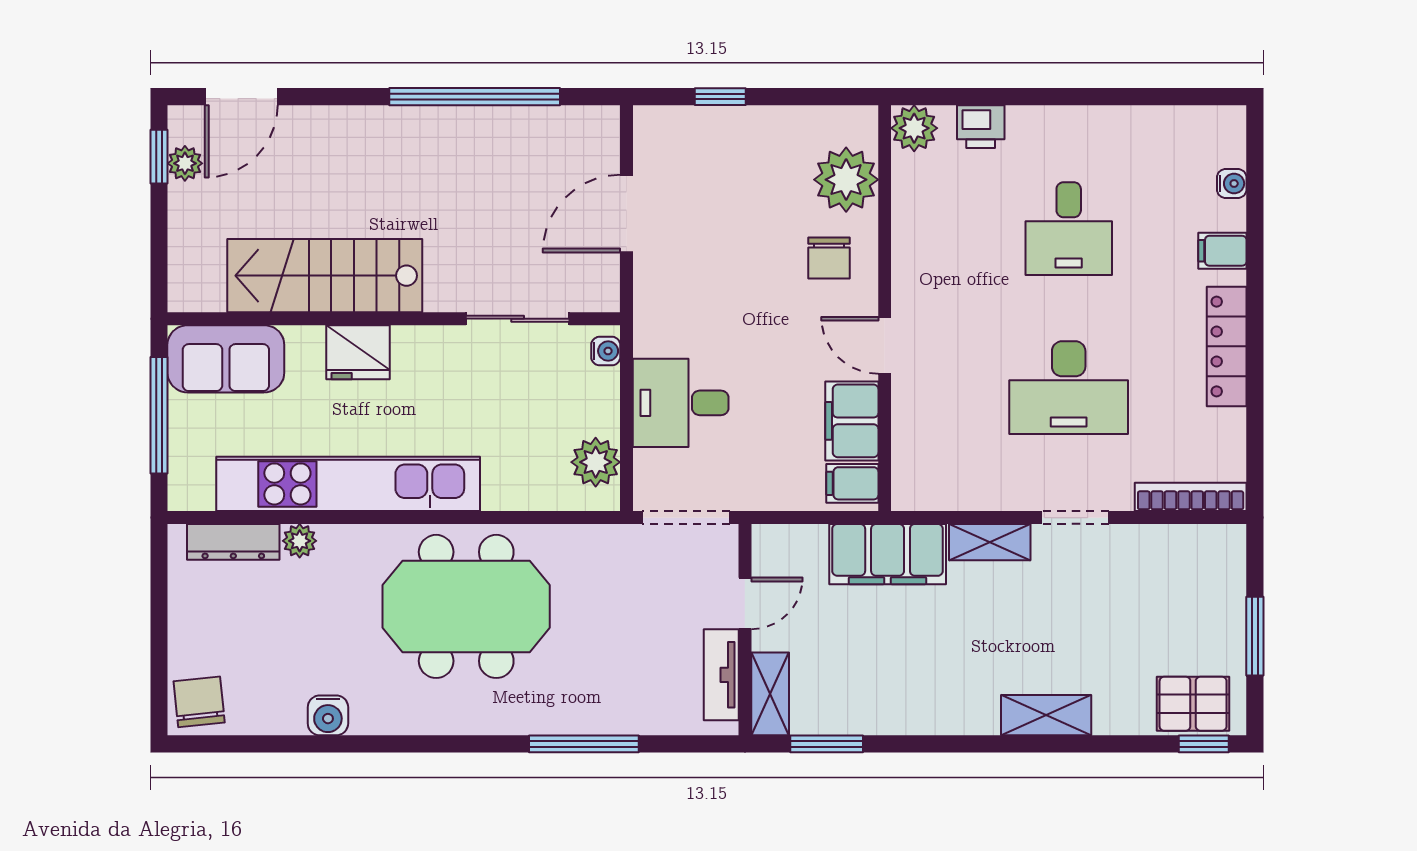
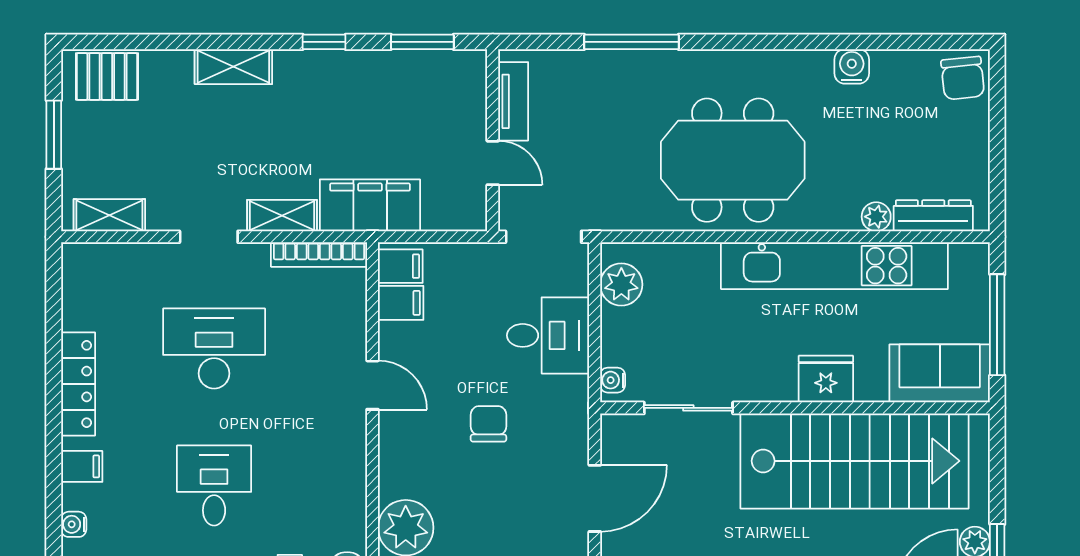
chair: (829, 258) -> (488, 424), moved
stairs: (325, 276) -> (855, 461), width x1.36, depth x1.51
filing cabinet: (852, 421) -> (401, 303), width x0.50
bookcase: (1191, 497) -> (319, 254), moved
door: (745, 603) -> (493, 163), swing flipped
shelving: (770, 694) -> (109, 215), moved, turned 90
window: (1204, 744) -> (324, 42), moved

